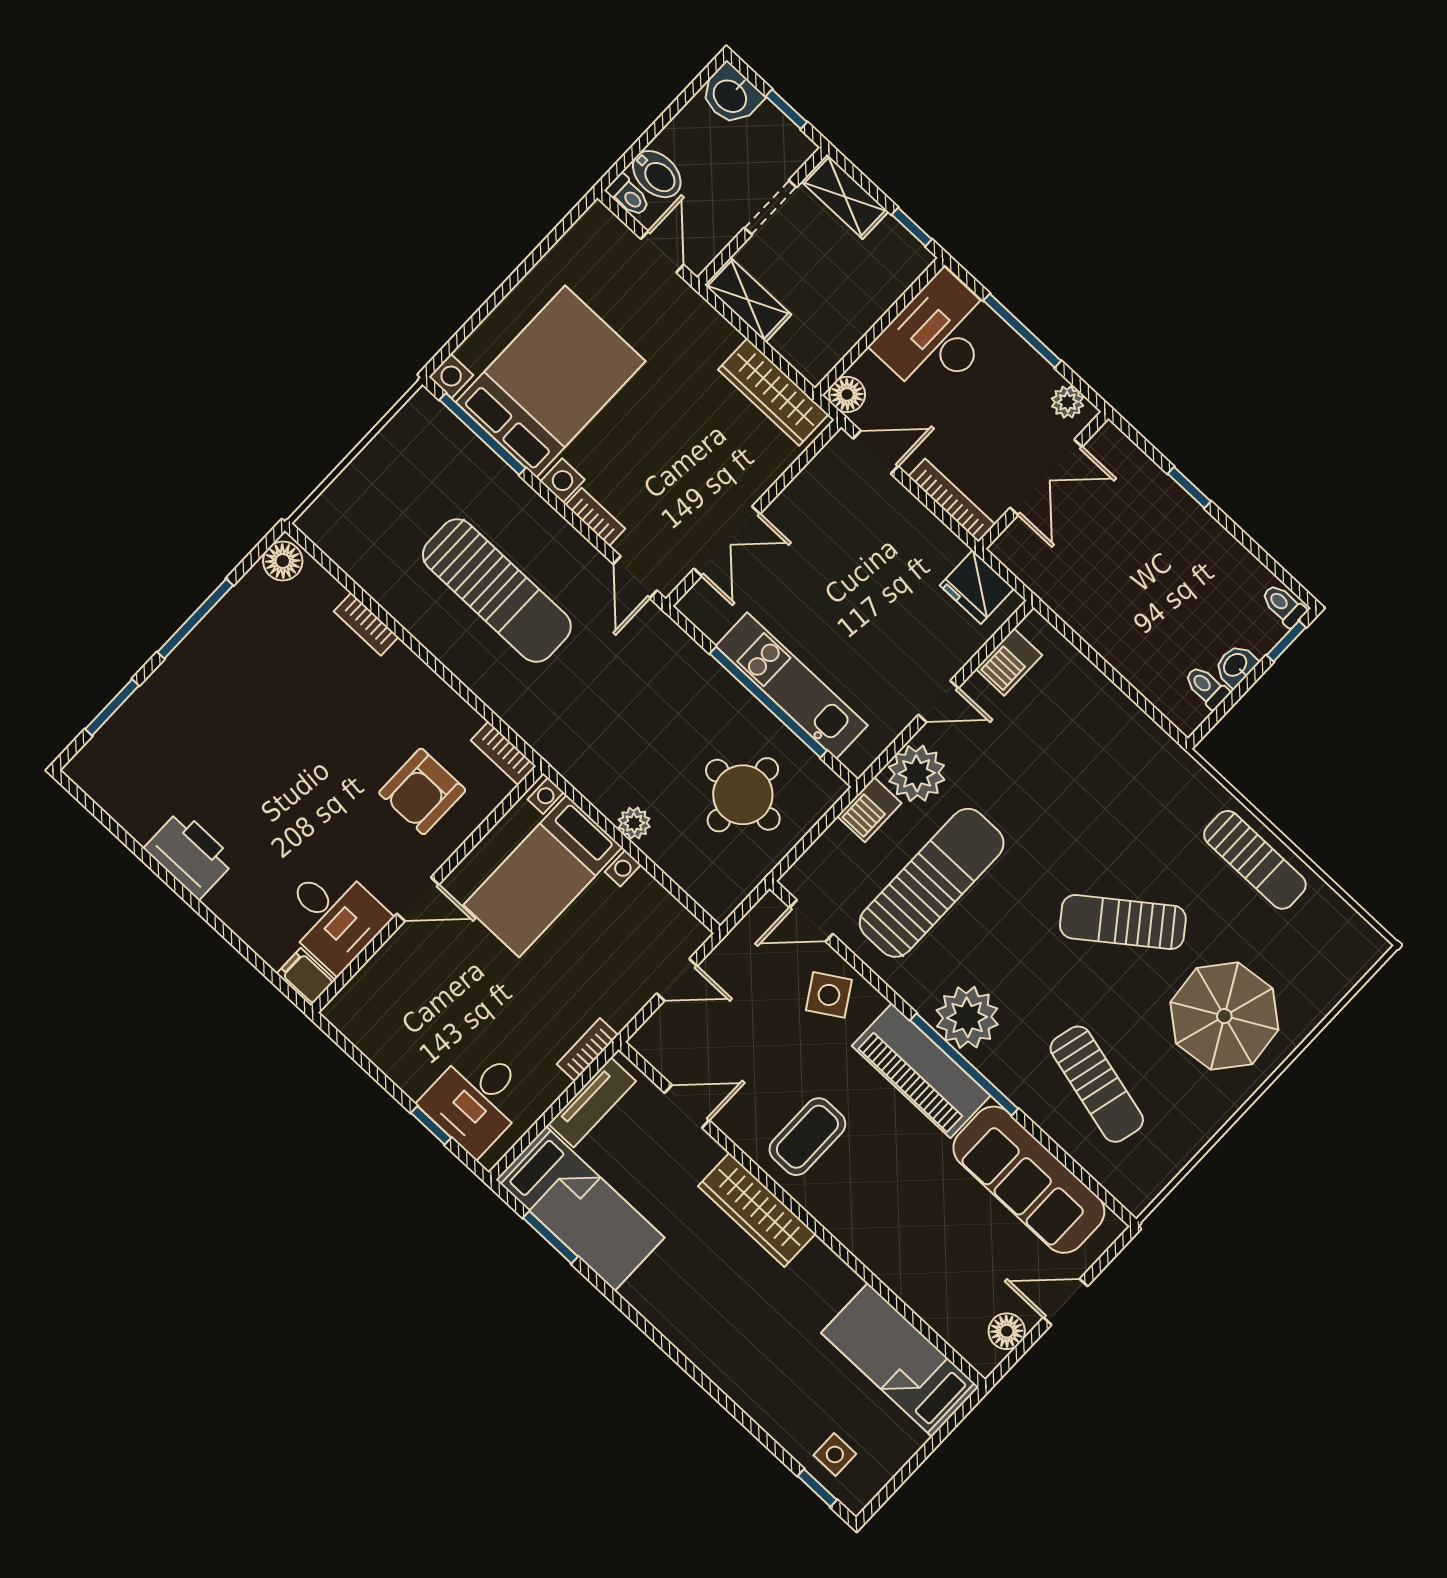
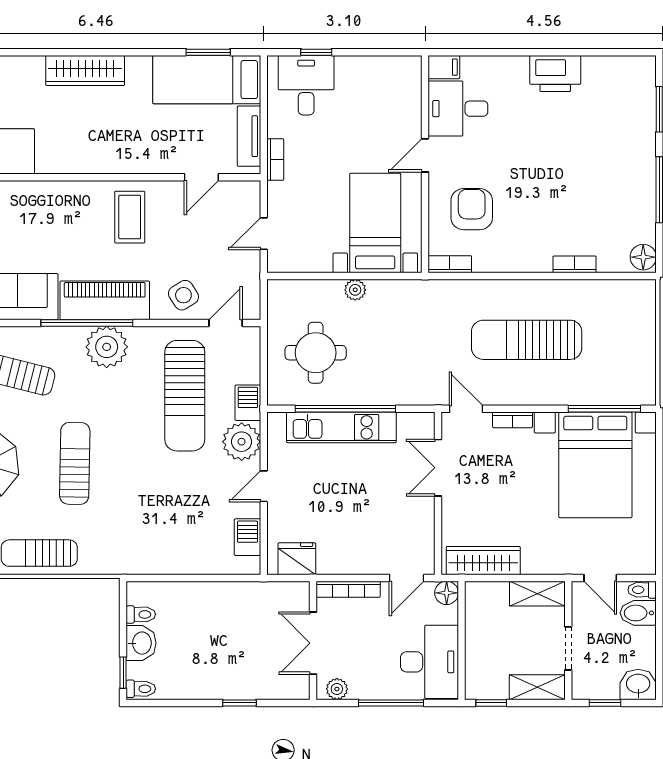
washbasin: (1236, 666) -> (141, 643), width x1.38, depth x1.45
sun lounger: (1123, 922) -> (75, 463), turned -52
wardrobe: (757, 1210) -> (85, 70), moved, turned 180

